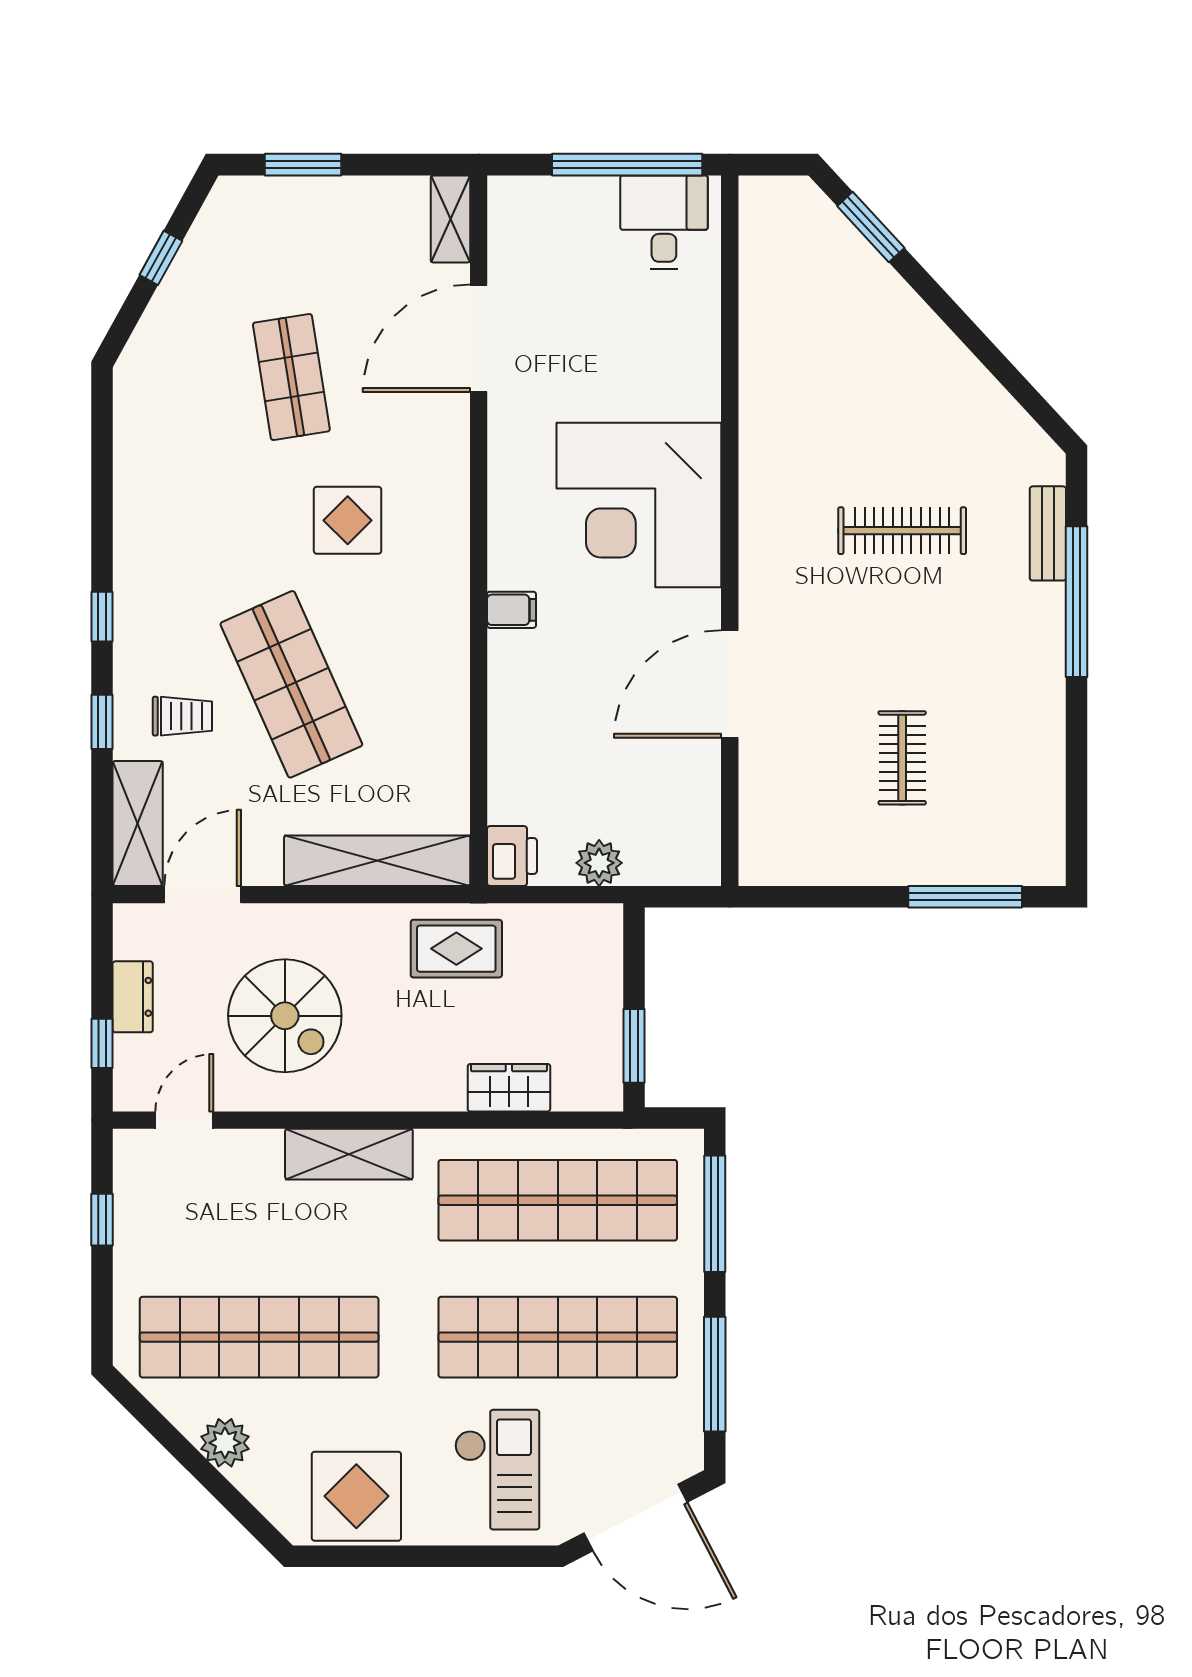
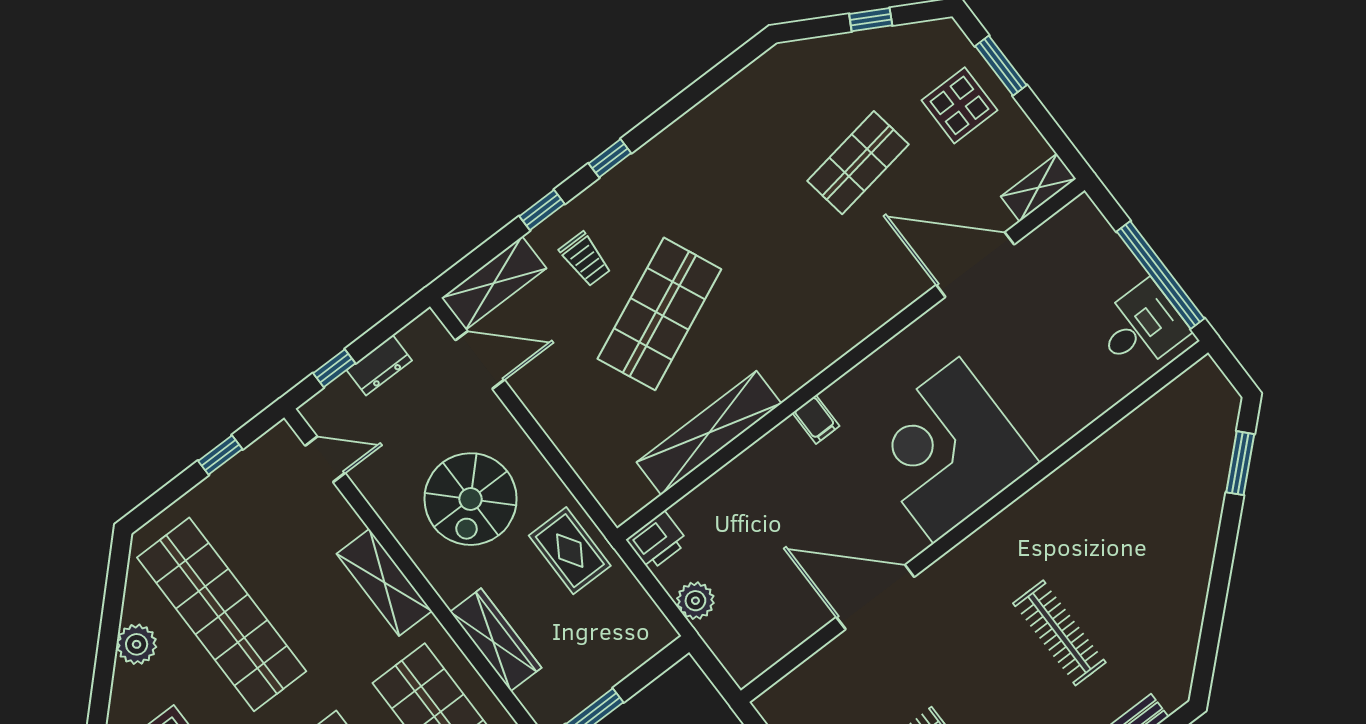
display table: (348, 520) -> (960, 105), moved
shelving: (377, 861) -> (709, 433), moved, turned 90
spiral stairs: (285, 1016) -> (471, 499), moved
wardrobe: (509, 1088) -> (496, 640), width x1.50

